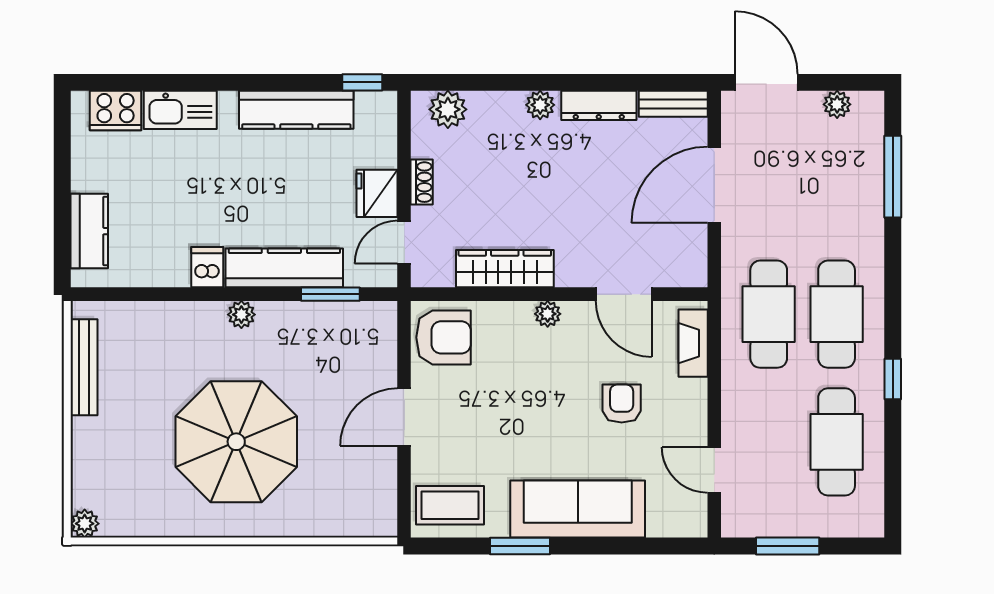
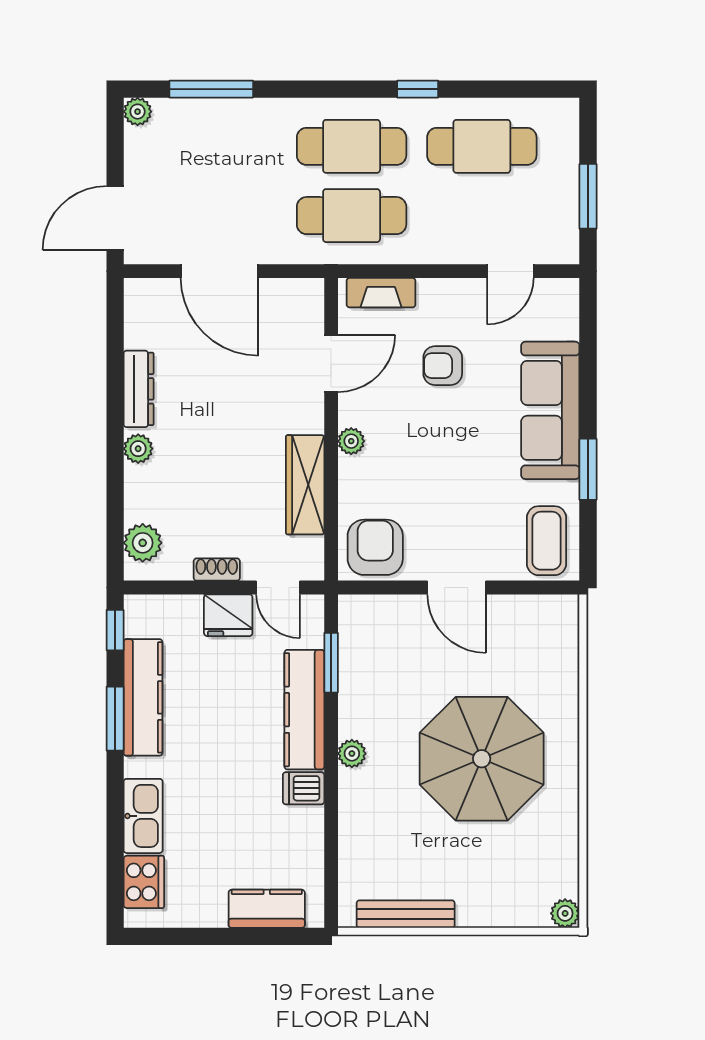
window: (276, 82) -> (115, 719), added
bench: (673, 104) -> (137, 313), removed
plant: (837, 104) -> (138, 112), moved

